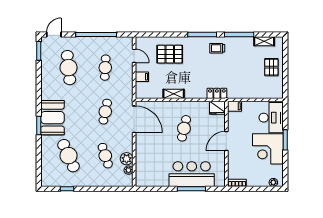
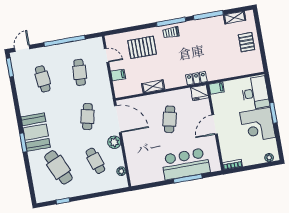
trolley: (217, 48) -> (171, 32), moved
cafe table: (69, 68) -> (43, 79), width x0.73, depth x0.74
plant: (127, 159) -> (114, 142), moved

